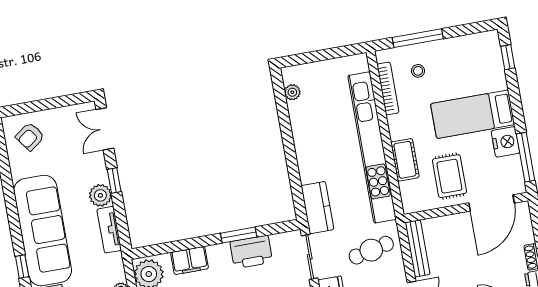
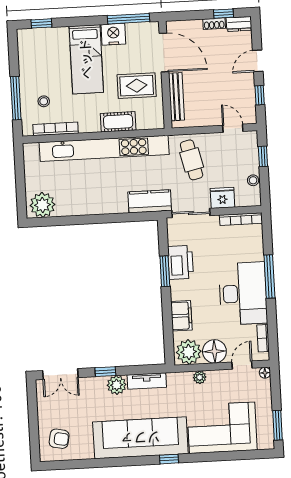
plant: (292, 92) -> (42, 205), width x1.87, depth x1.87
armchair: (30, 136) -> (59, 439), turned -43
bench: (418, 248) -> (176, 97), moved, turned 90

